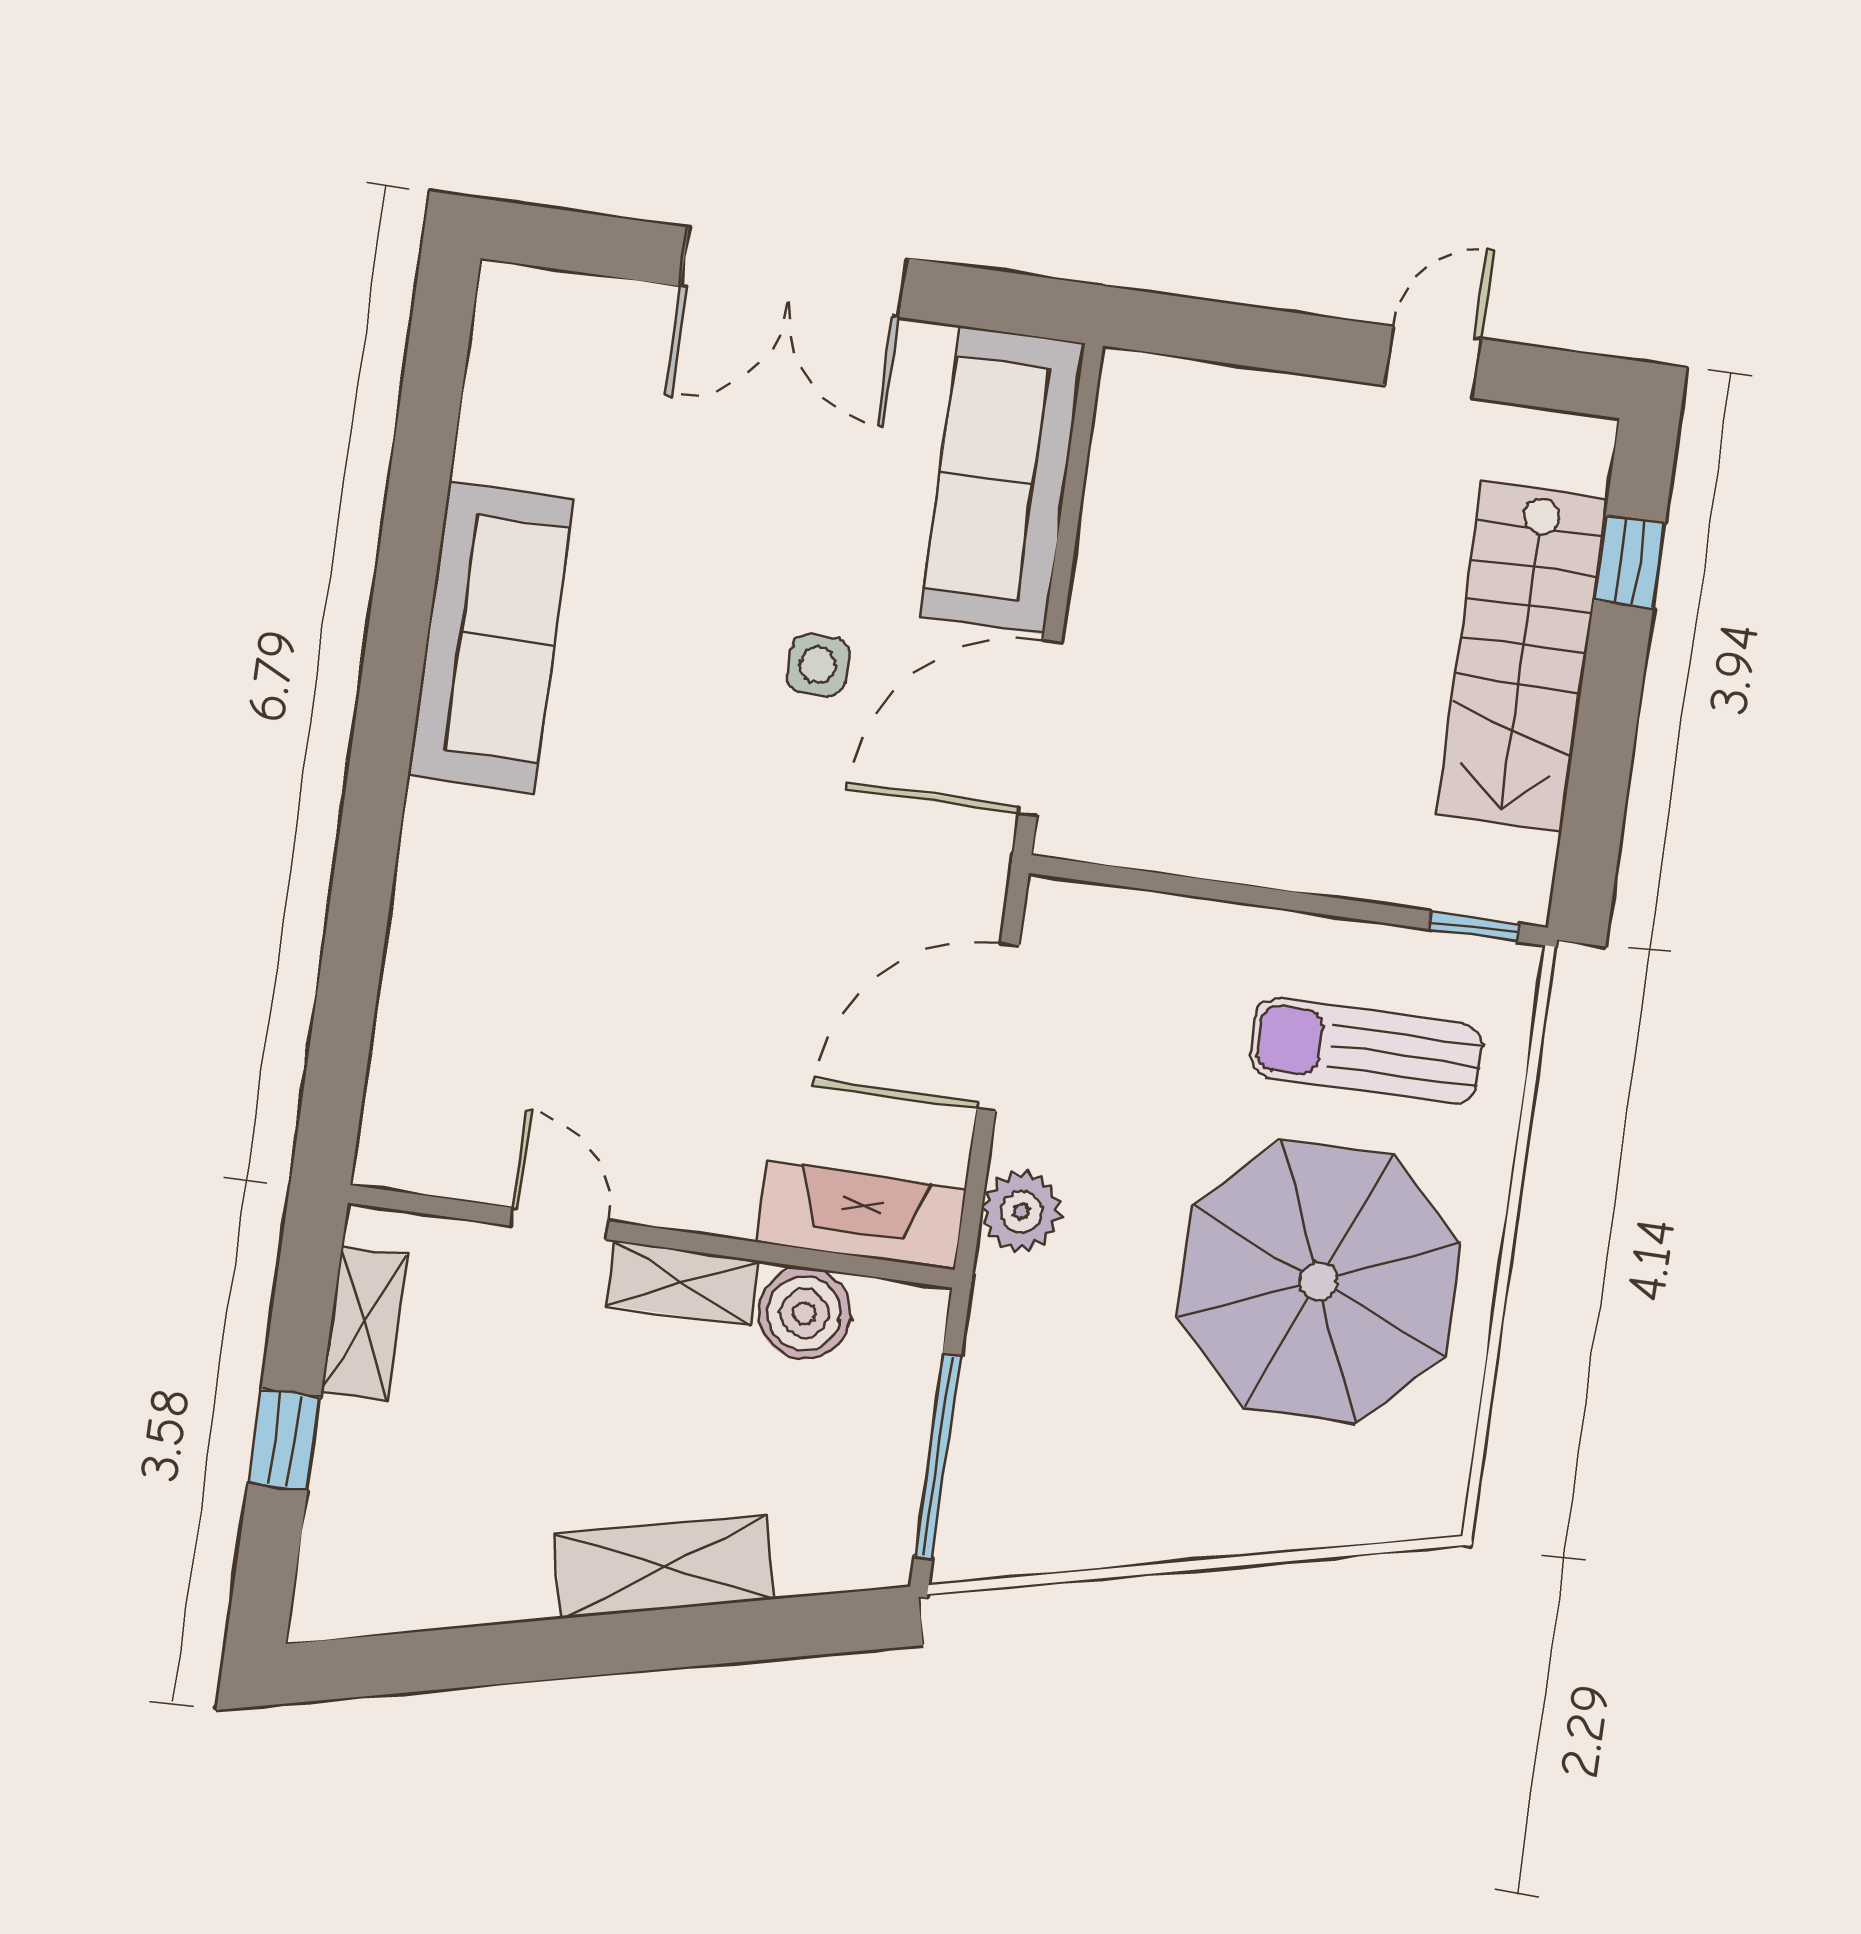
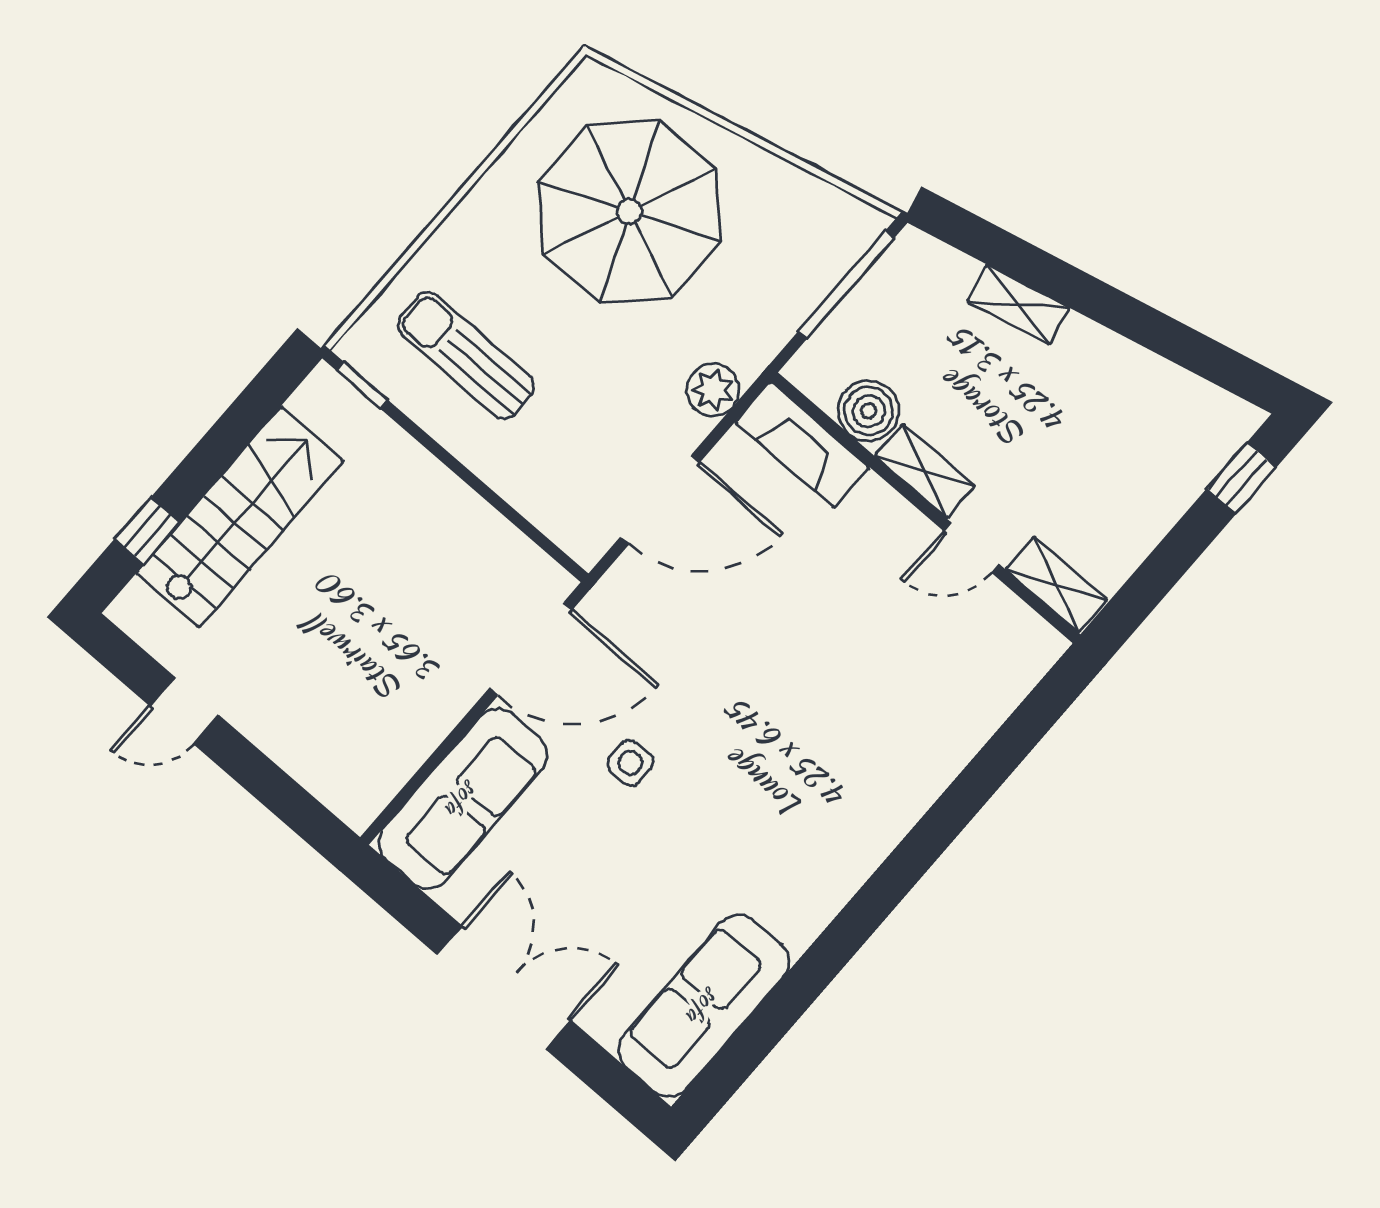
sofa: (491, 637) -> (704, 1006), moved
sun lounger: (1366, 1051) -> (466, 356), turned 180
door: (559, 1223) -> (971, 548), hinge flipped
parasol: (1319, 1281) -> (629, 211), moved
shelving: (364, 1324) -> (1056, 585), moved, turned 90
window: (284, 1440) -> (1242, 478), moved
shelving: (664, 1566) -> (1018, 304), width x0.67, depth x0.75

